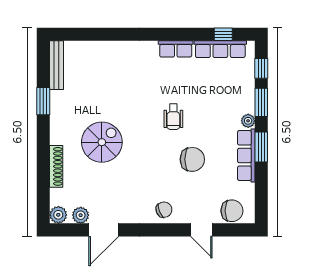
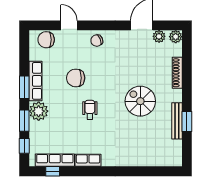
bench: (57, 65) -> (177, 121), moved
plant: (248, 121) -> (39, 111), width x1.87, depth x1.87
spiral stairs: (102, 142) -> (140, 101), moved, turned 90

